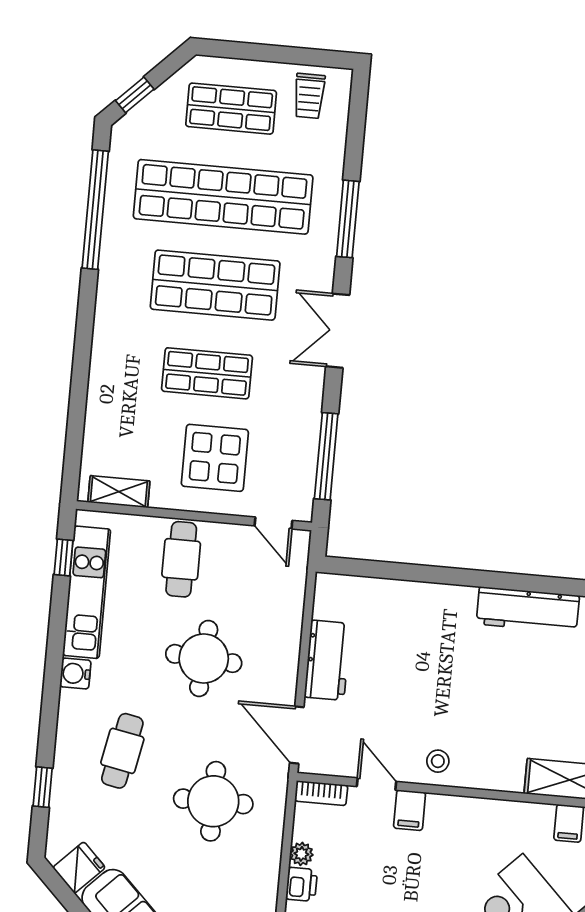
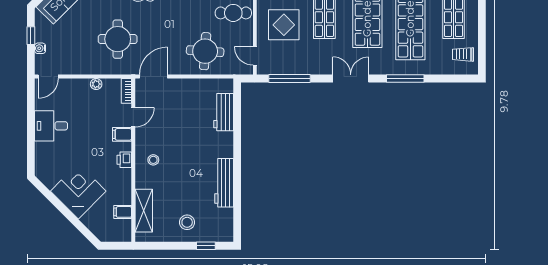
door: (273, 523) -> (255, 56), hinge flipped
round table: (204, 658) -> (205, 51), moved
workbench: (327, 660) -> (224, 112), moved, turned 90
stool: (438, 761) -> (153, 160), moved
printer: (302, 884) -> (124, 160), moved, turned 90

